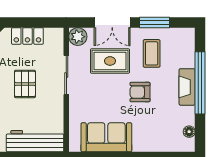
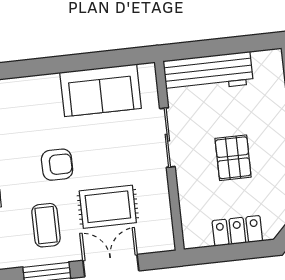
plant: (78, 37) -> (161, 238), removed
sliding door: (66, 75) -> (167, 138), moved

